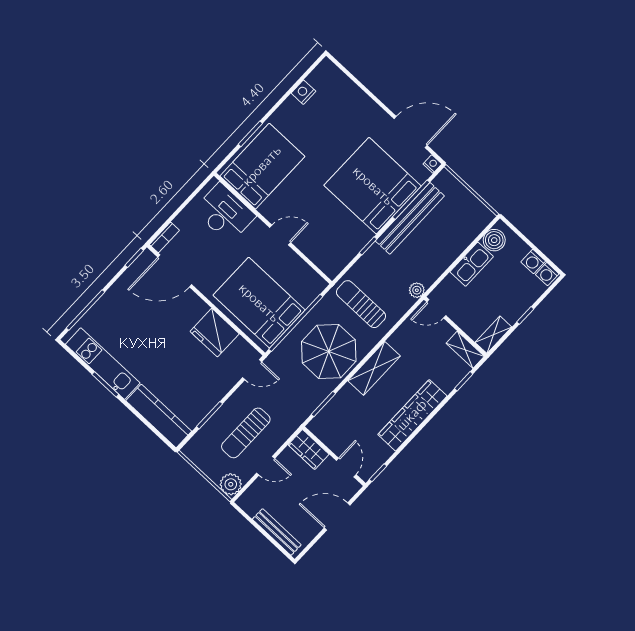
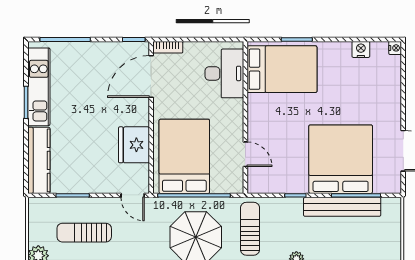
nightstand: (432, 164) -> (395, 48), moved
door: (280, 235) -> (245, 154), moved
door: (175, 271) -> (151, 76), hinge flipped

